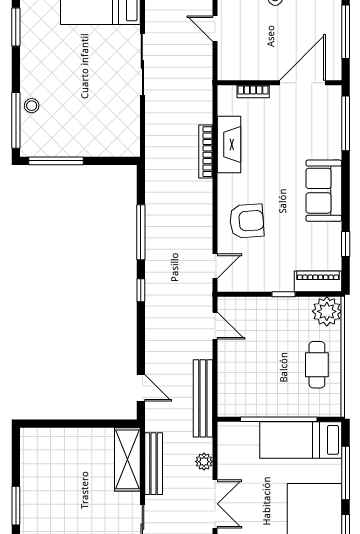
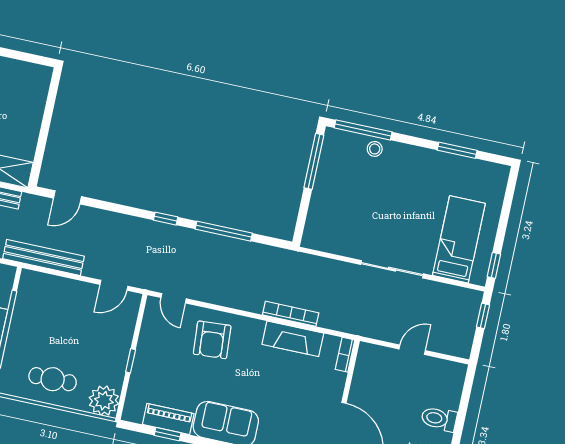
bookcase: (253, 92) -> (345, 355), moved
piano: (318, 281) -> (168, 419), moved, turned -90

